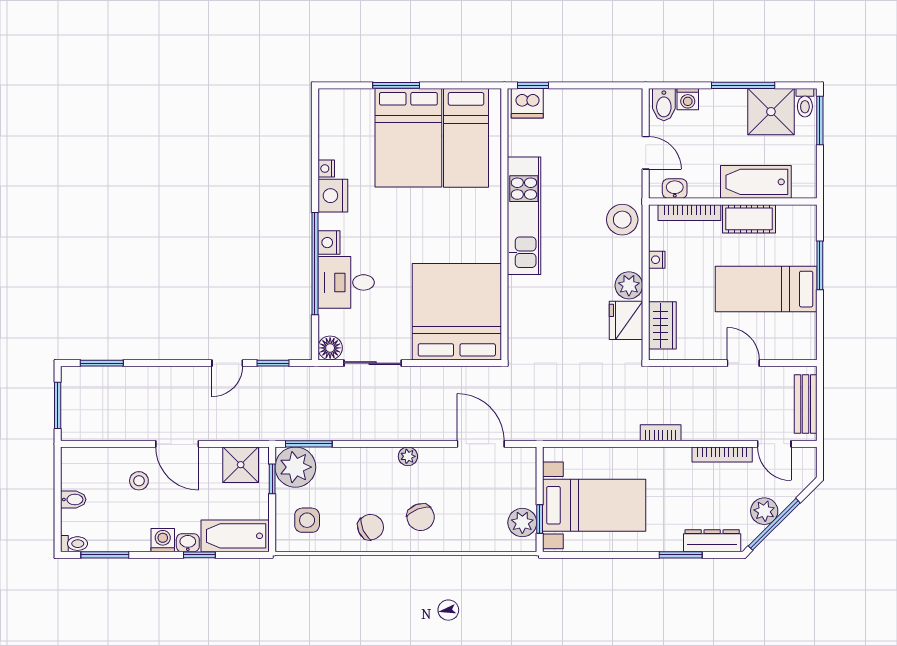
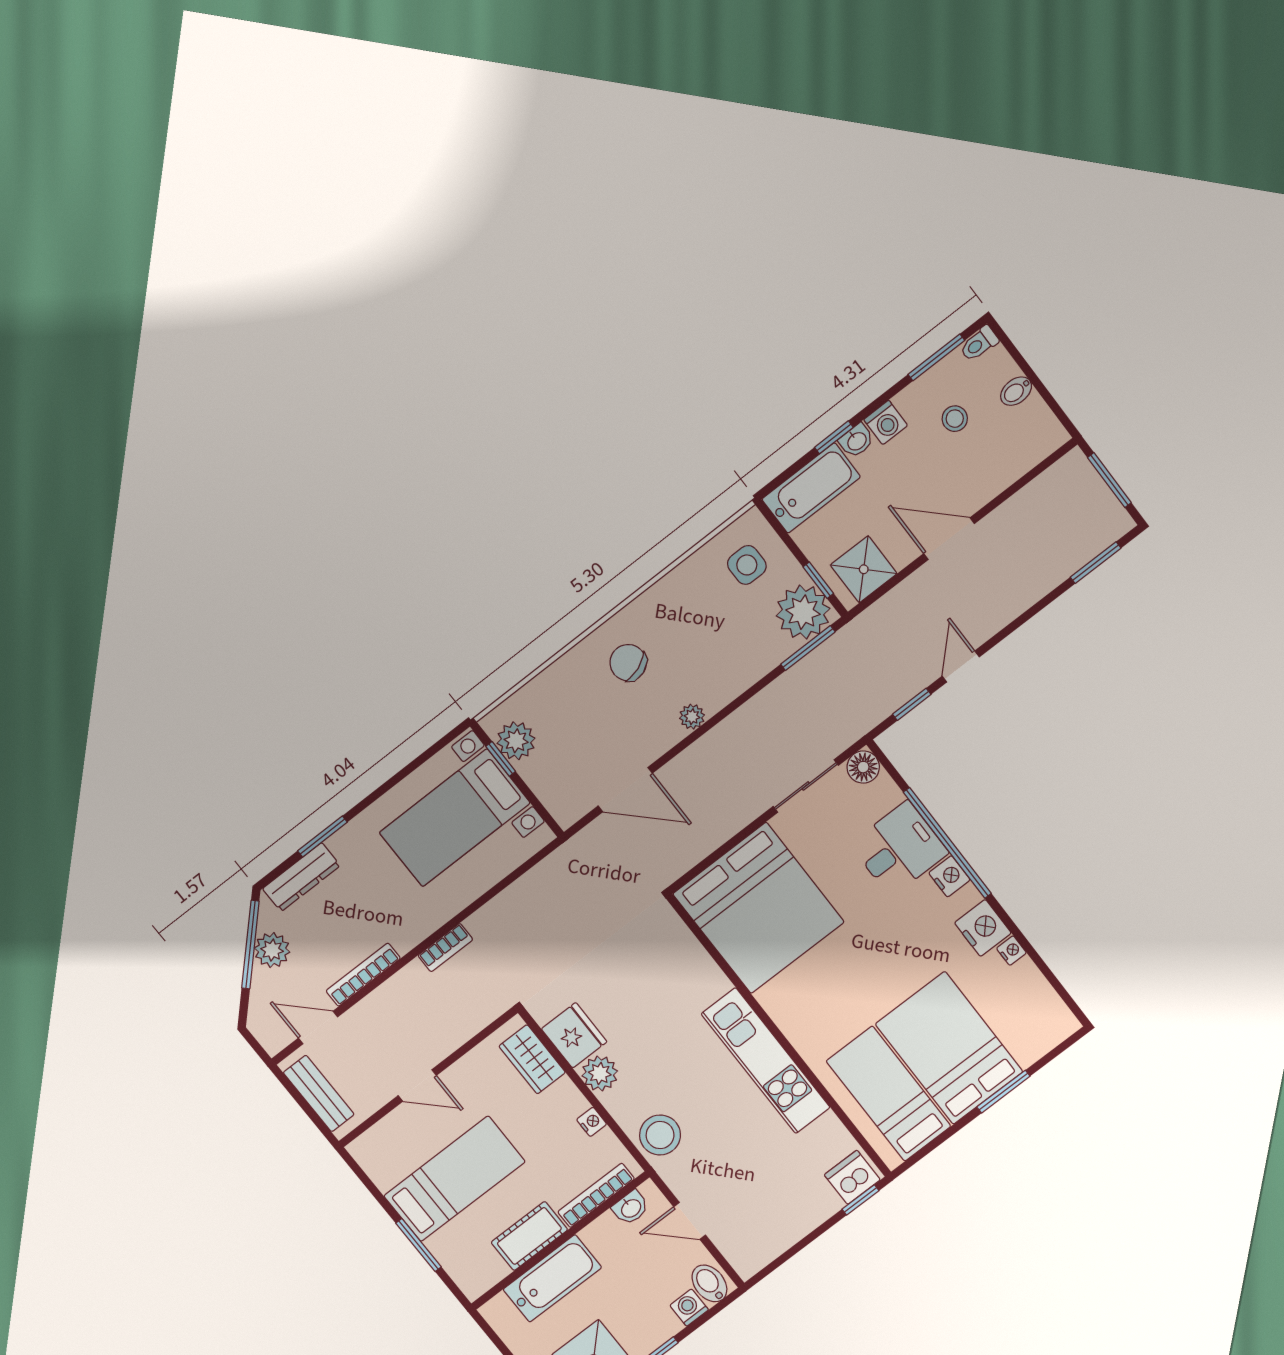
stool: (139, 481) -> (955, 419), moved
chair: (371, 527) -> (673, 610), removed

